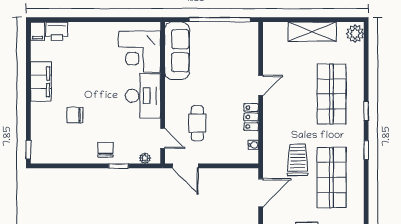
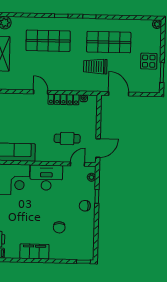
locker: (251, 117) -> (63, 99), width x1.53

